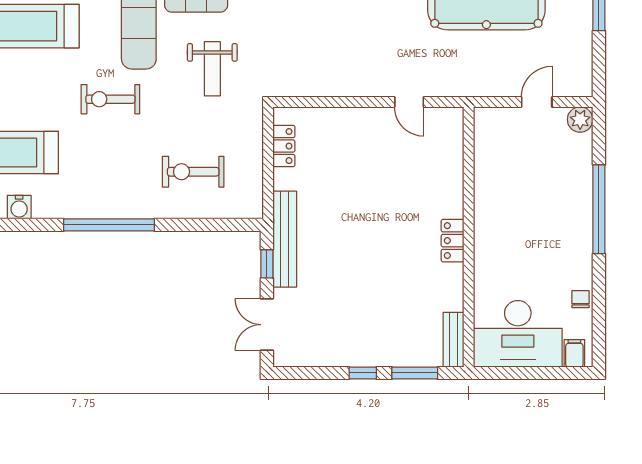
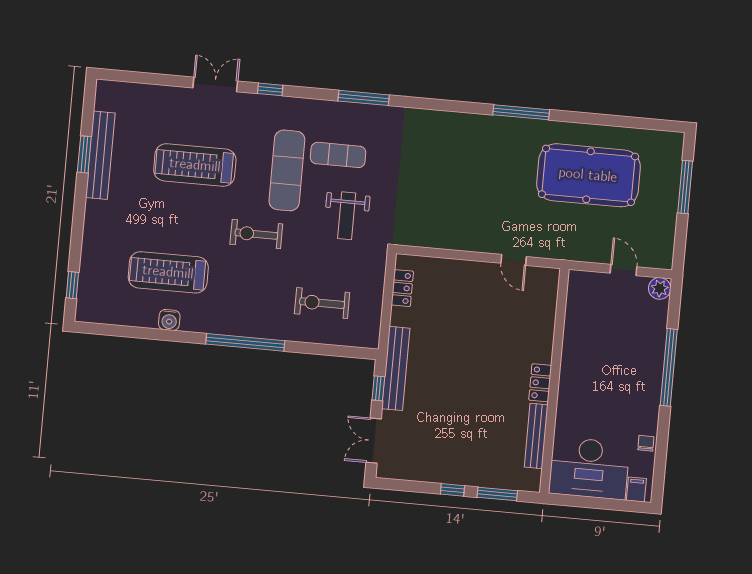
door: (537, 102) -> (624, 270), hinge flipped
bench: (453, 340) -> (536, 436), moved, width x1.36

